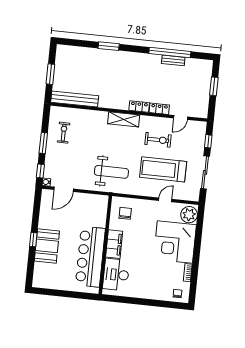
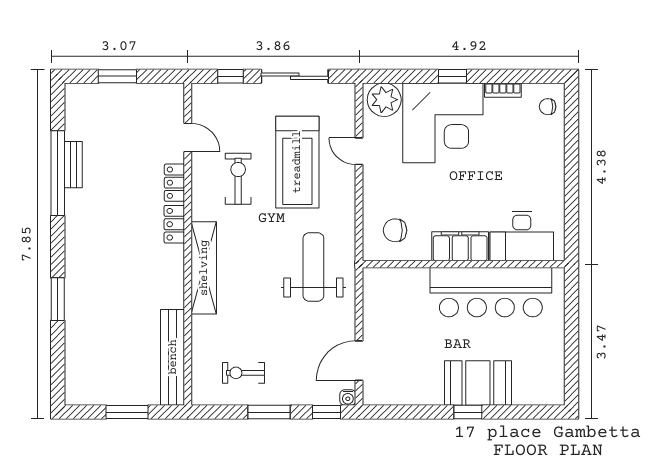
shelving: (124, 119) -> (204, 268), width x1.47
door: (64, 189) -> (359, 361), swing flipped
window: (197, 249) -> (452, 76), added

